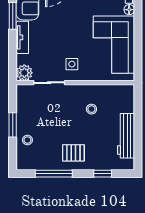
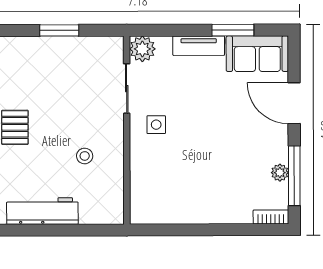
floor lamp: (129, 10) -> (243, 216), removed
corner sofa: (114, 45) -> (187, 191), removed
stool: (27, 140) -> (35, 54), removed

